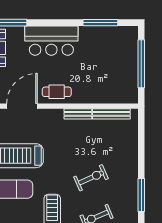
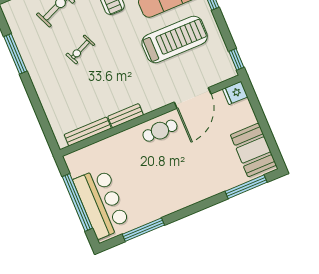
bar counter: (51, 41) -> (101, 203), moved, turned 90
exercise bike: (91, 178) -> (80, 50), width x0.73, depth x0.72

